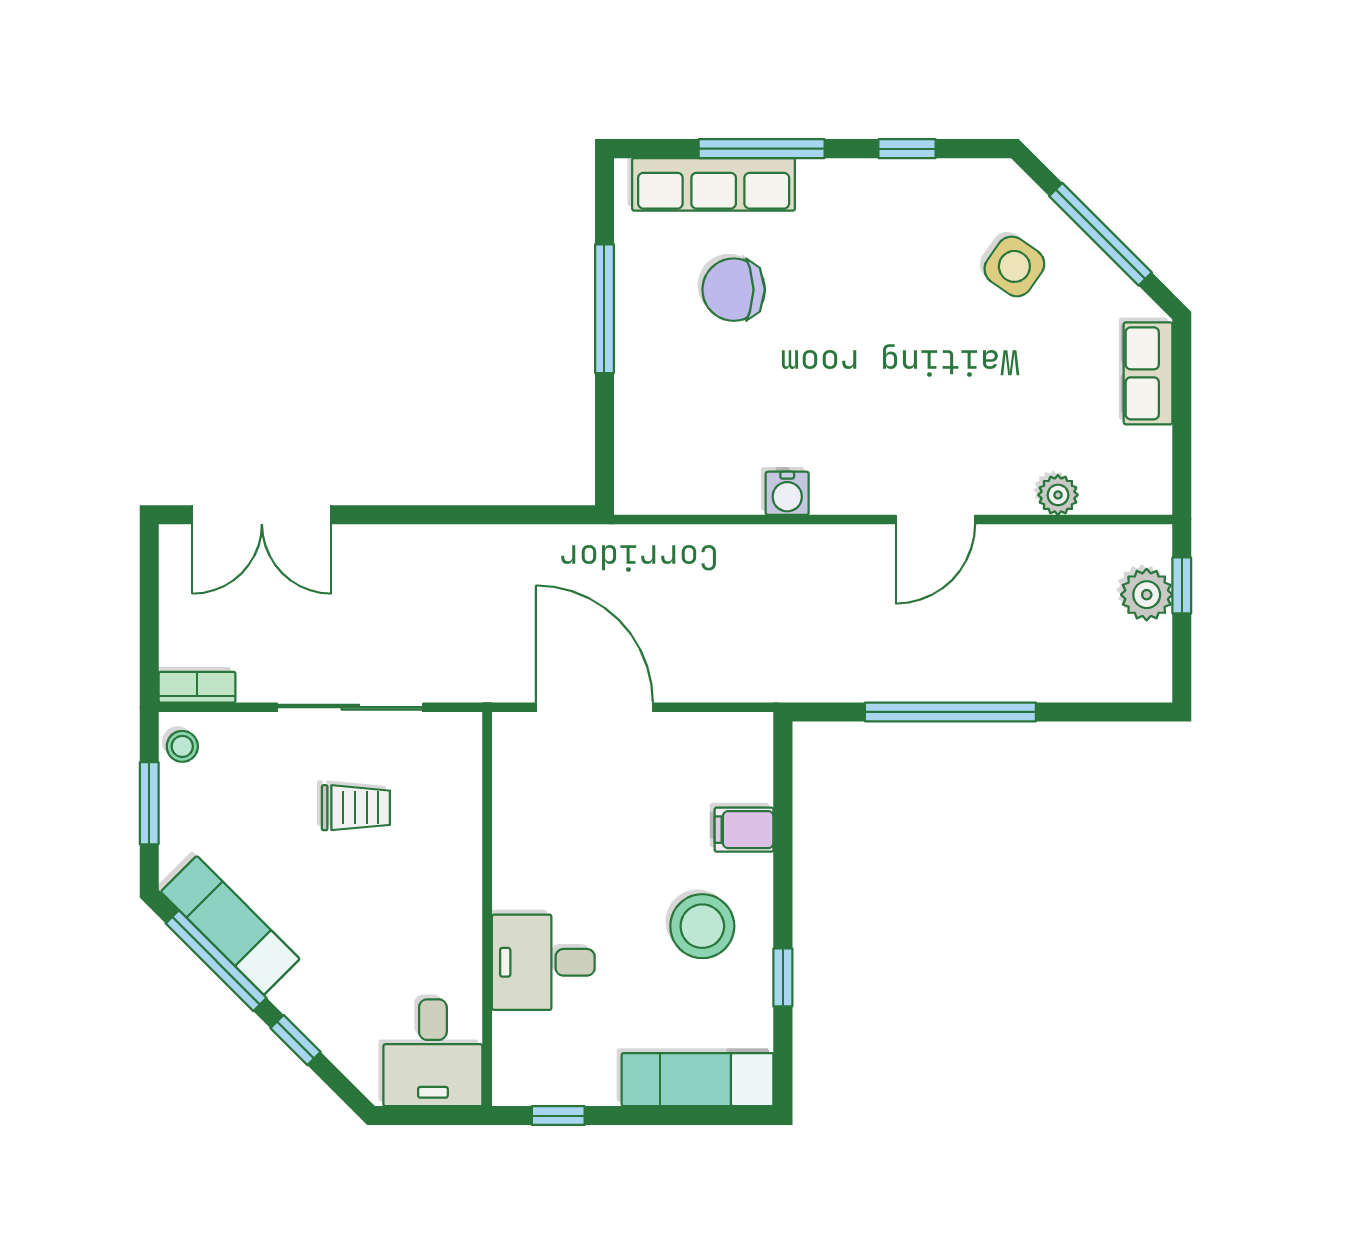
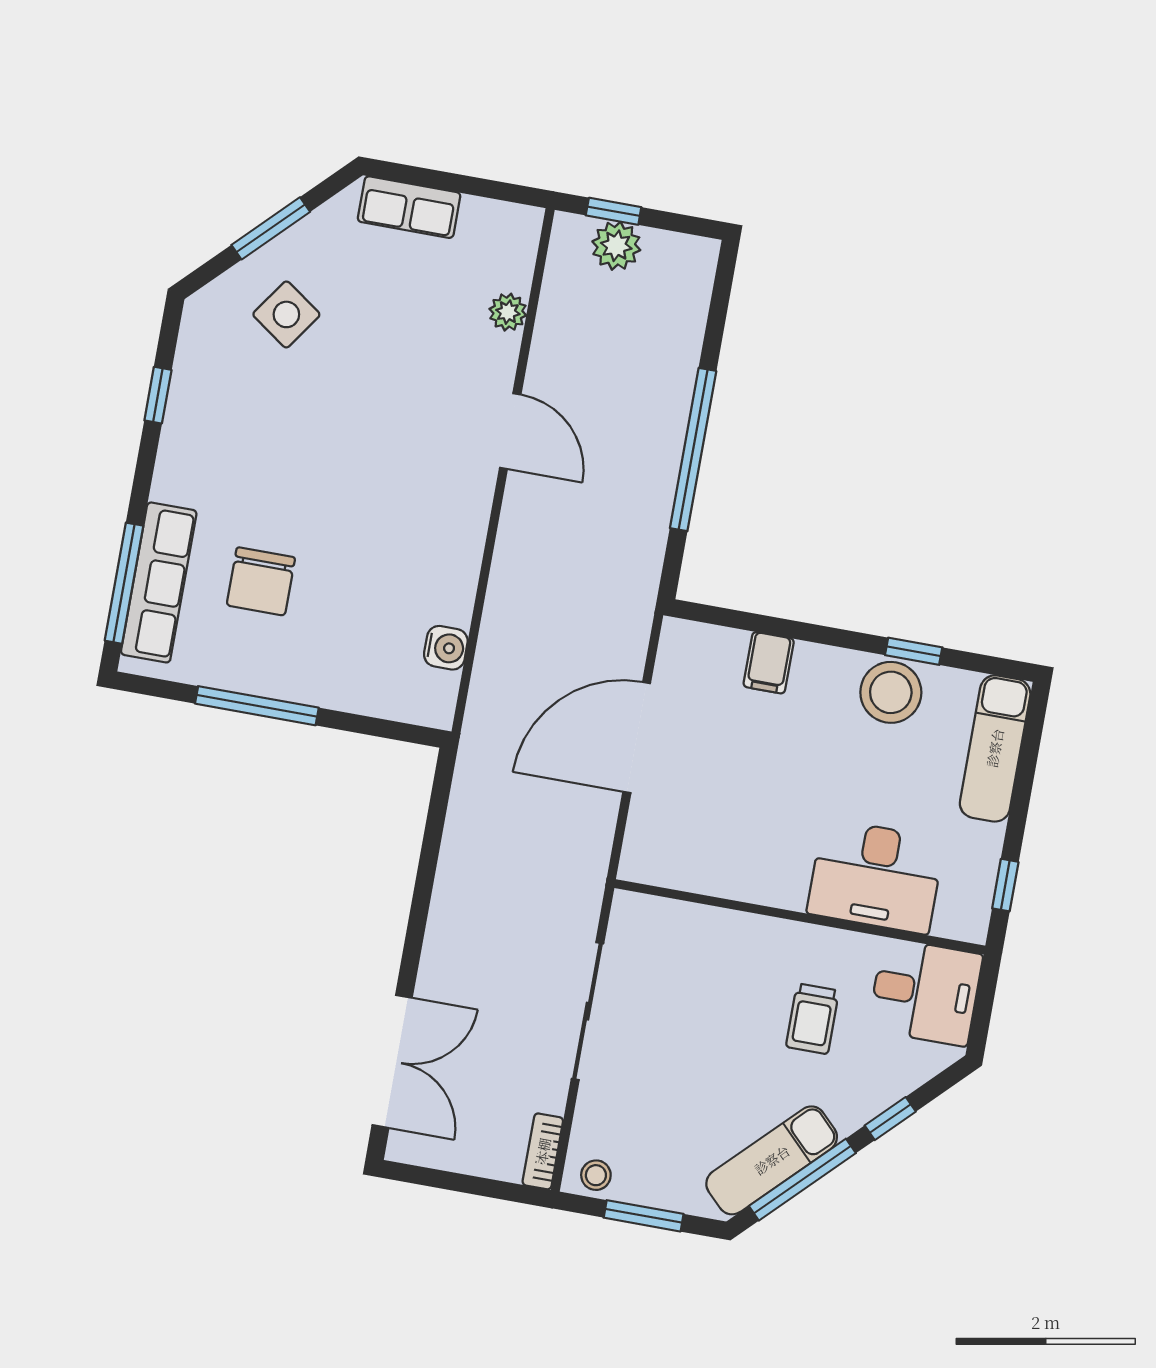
window: (762, 149) -> (124, 583), moved
window: (1100, 234) -> (271, 228), width x0.69
water cooler: (787, 493) -> (446, 648), moved
door: (594, 707) -> (637, 738), moved
trolley: (356, 808) -> (812, 1019), moved, turned 180
stool: (702, 926) -> (891, 692), moved
desk: (543, 962) -> (876, 876), width x1.37

